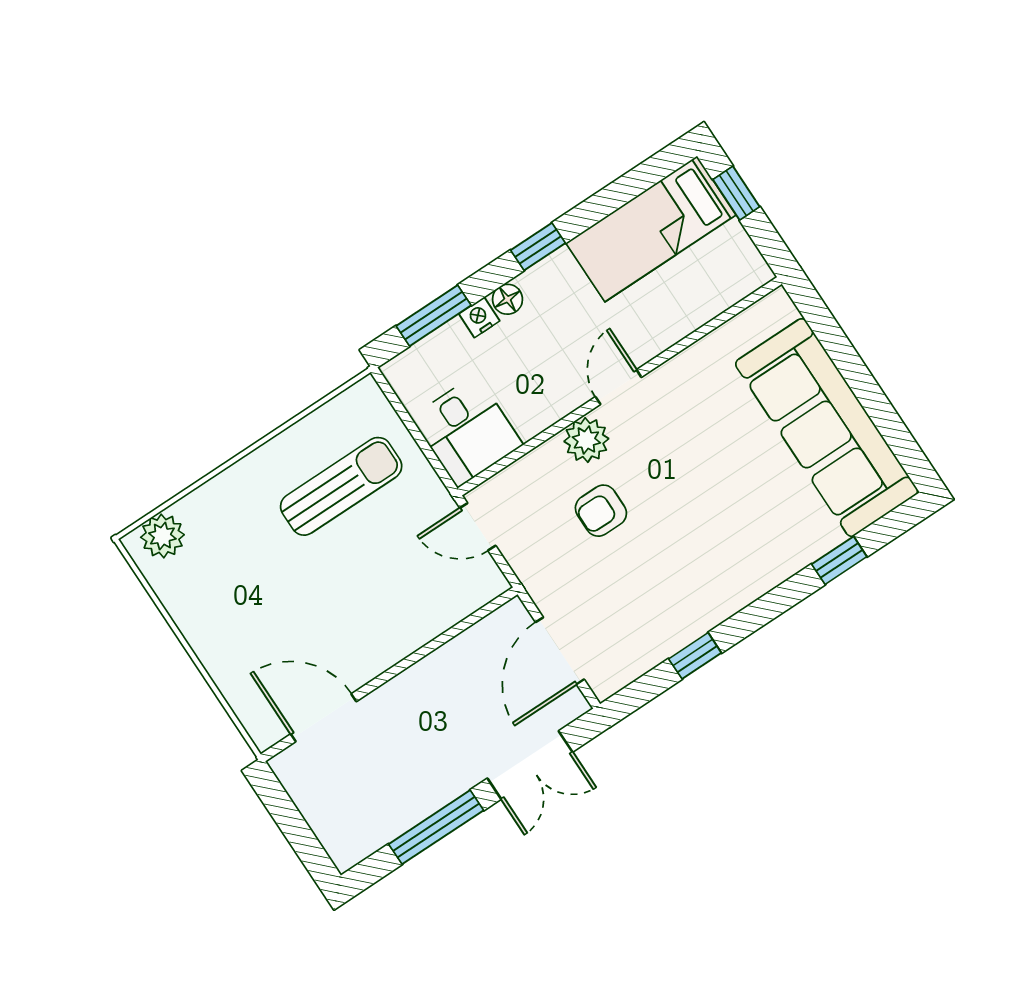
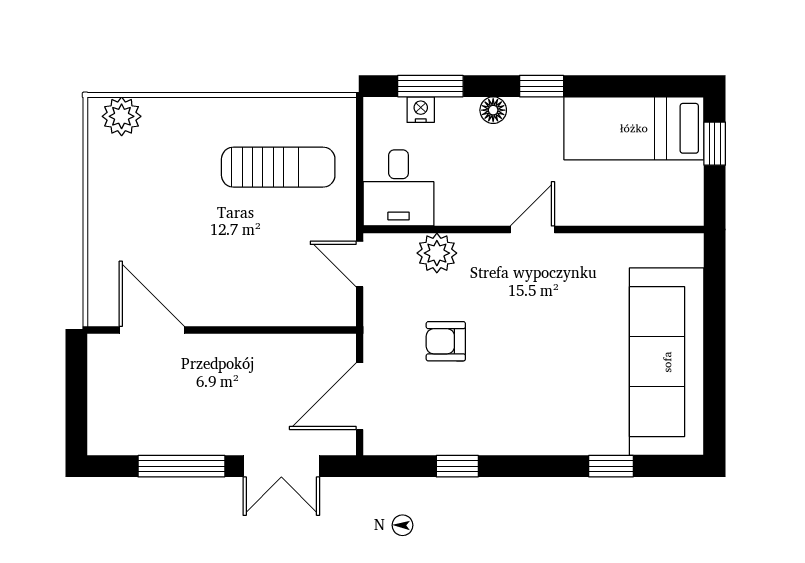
nightstand: (479, 317) -> (421, 110), moved
plant: (586, 440) -> (437, 253), moved
armchair: (601, 511) -> (446, 341), moved

